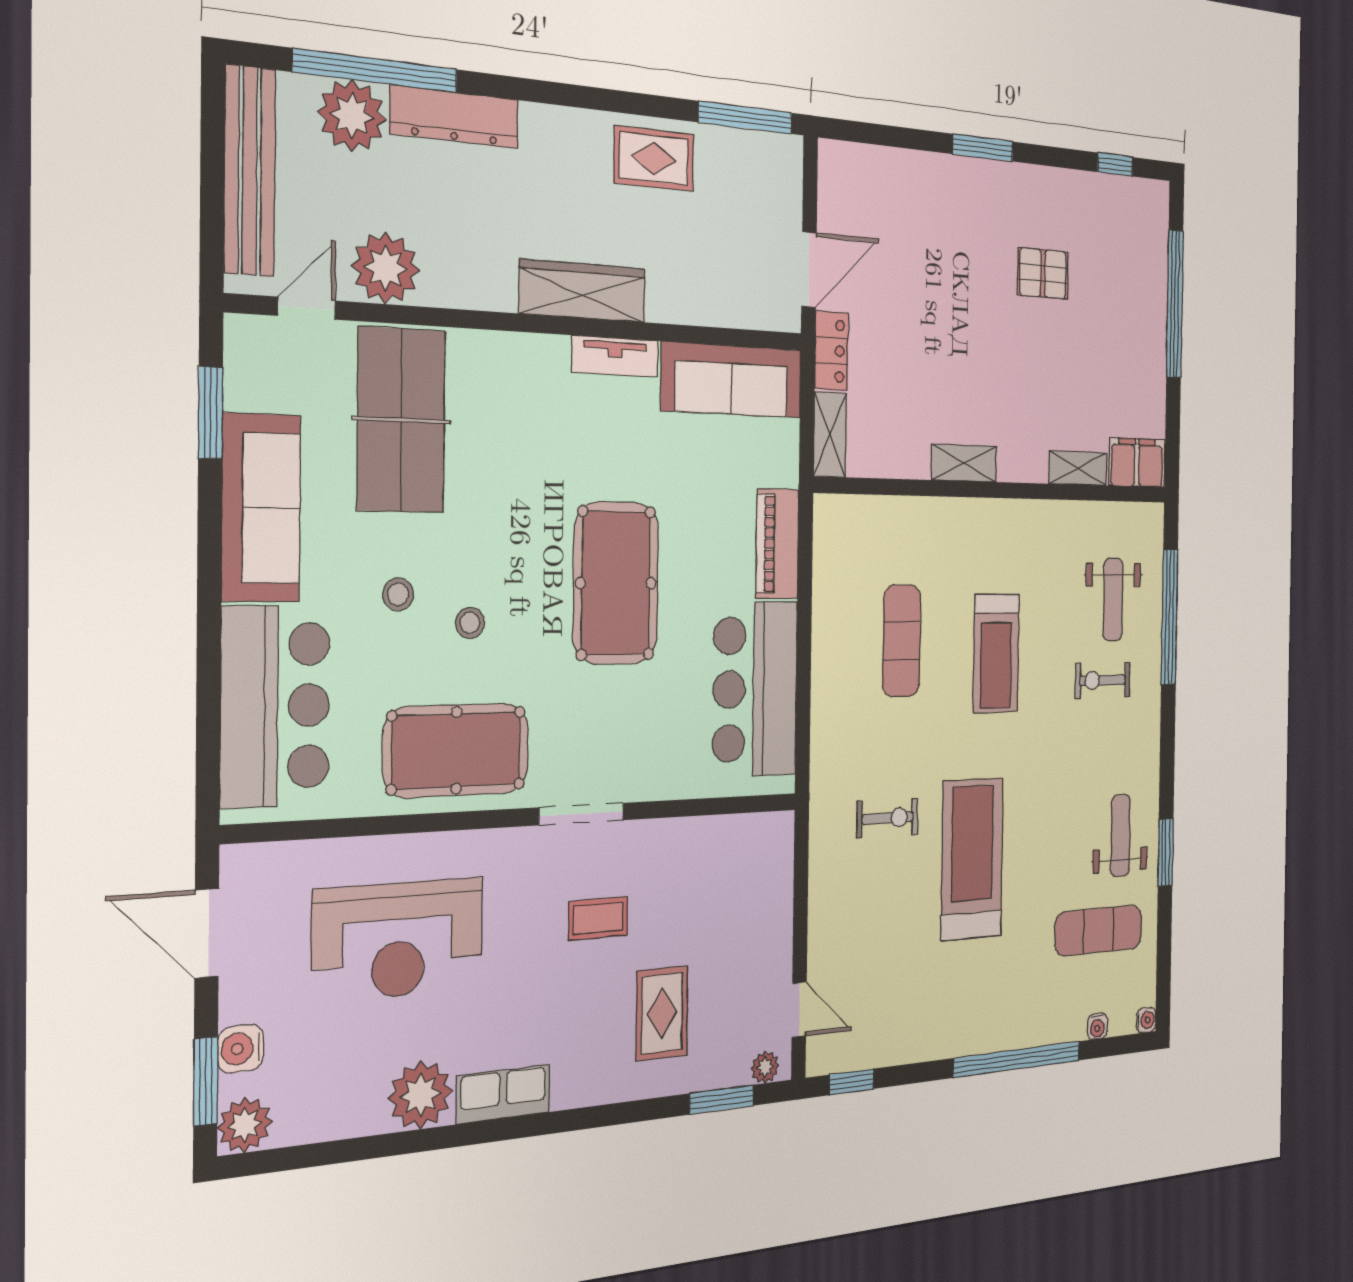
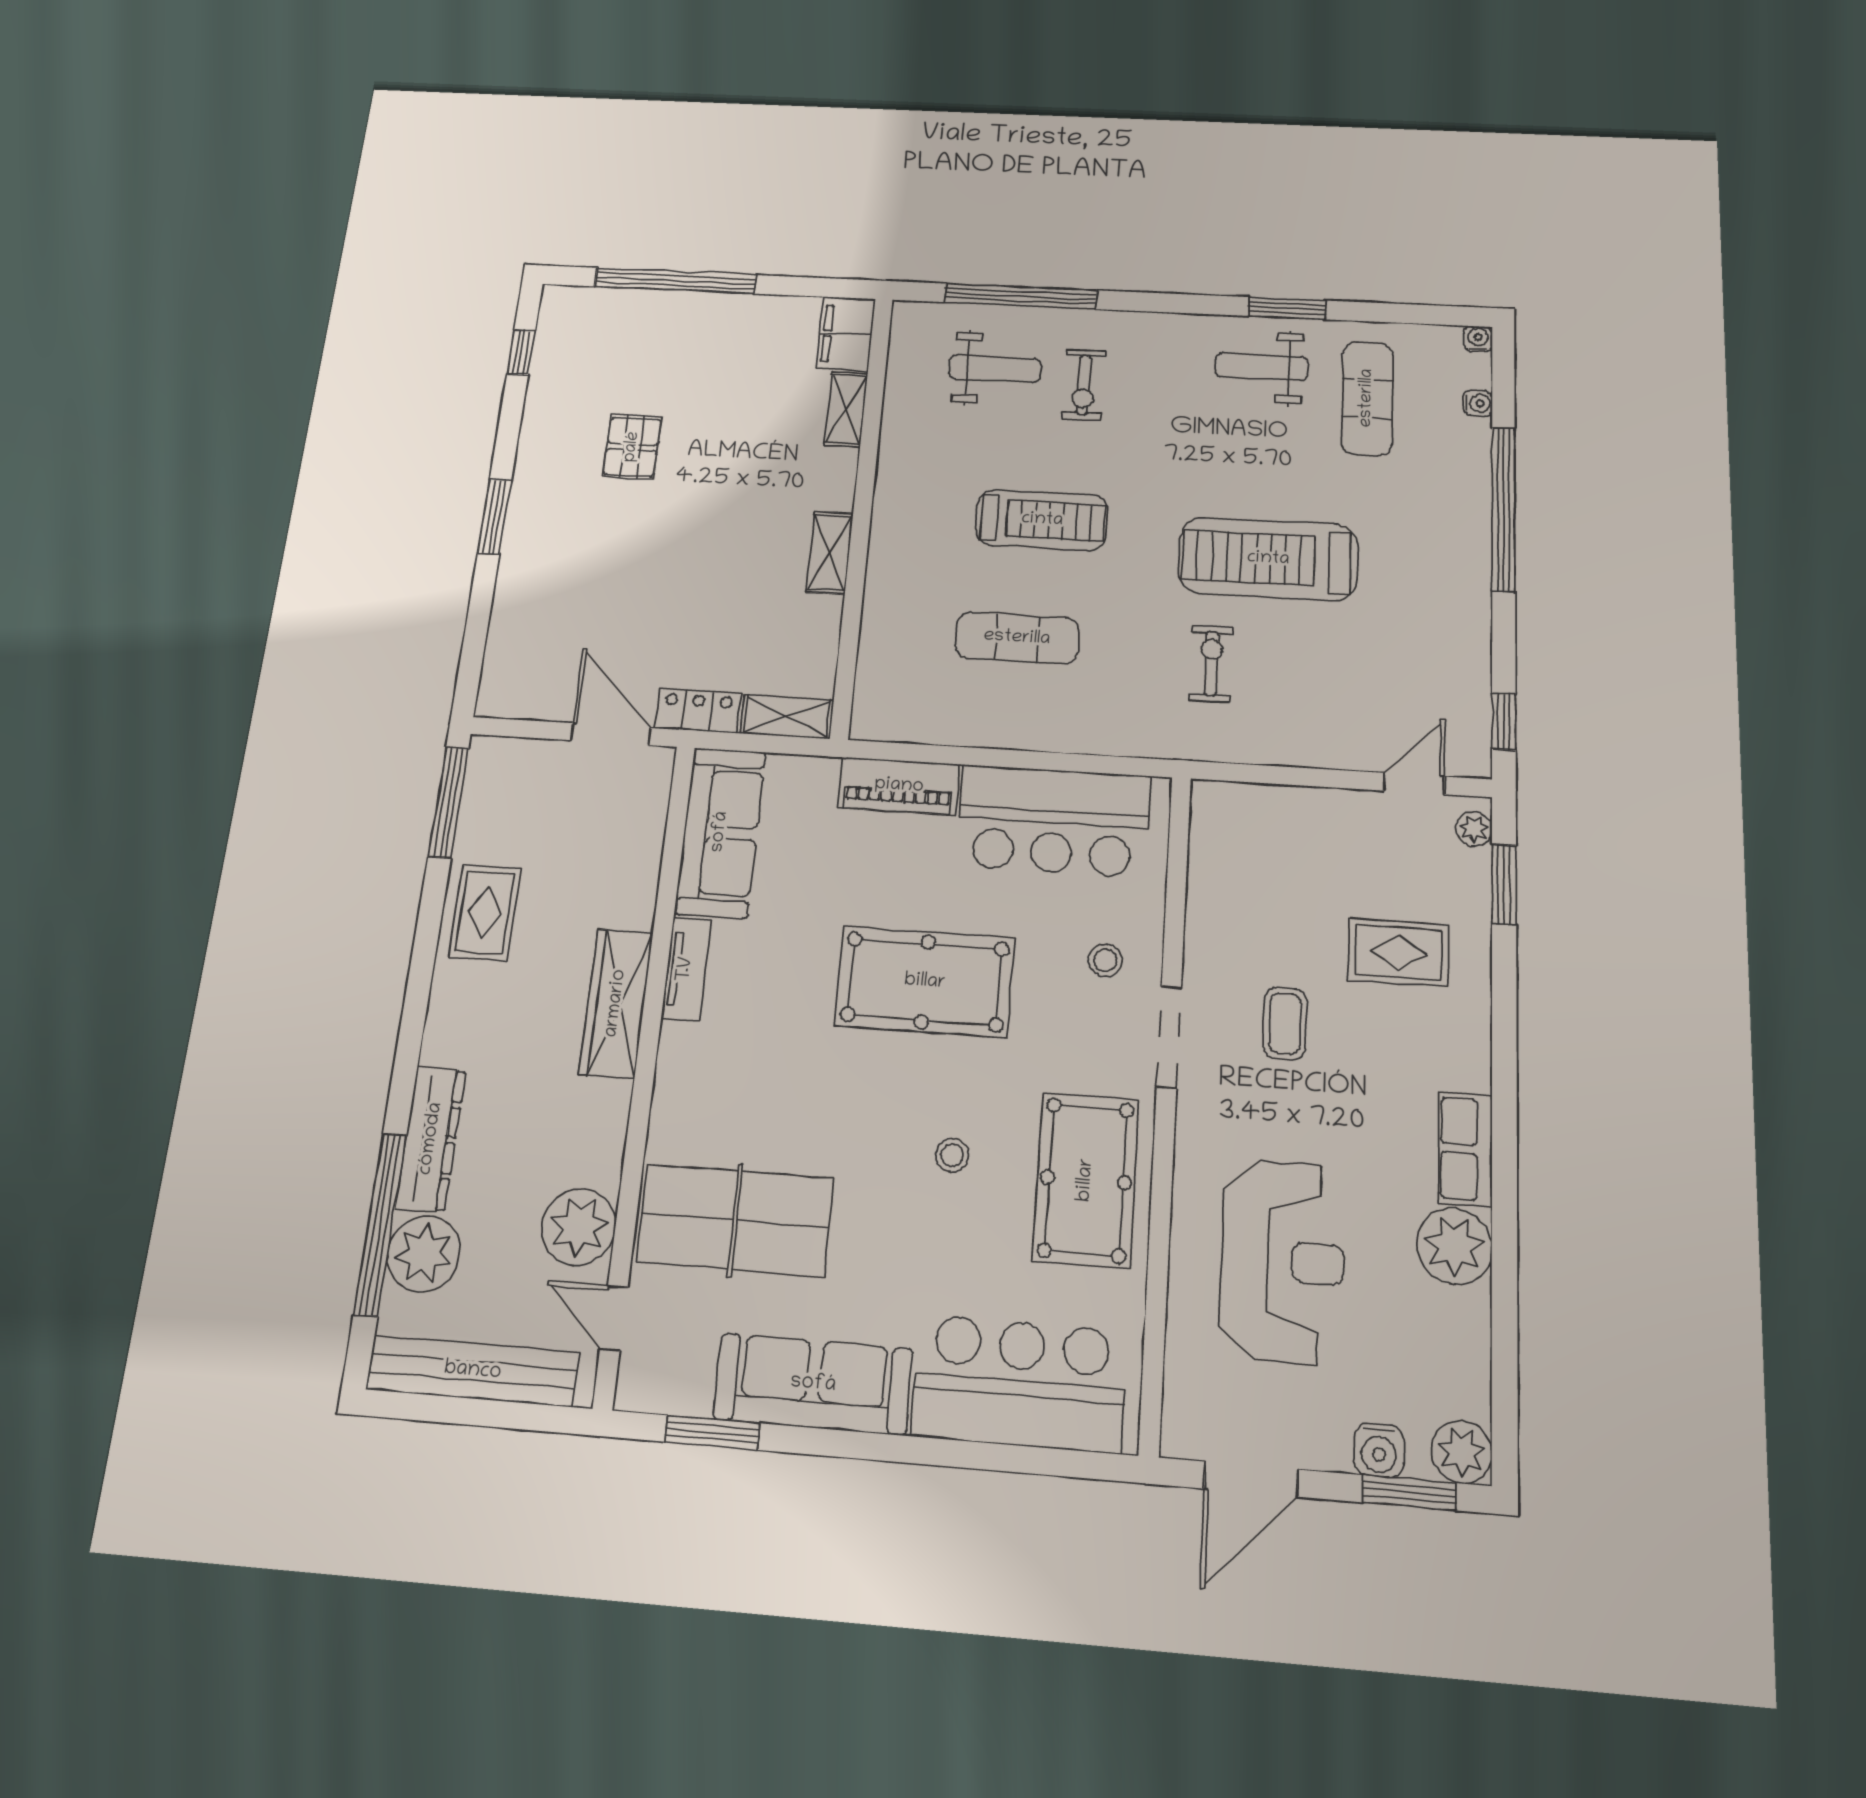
stool: (398, 594) -> (1105, 960), moved

